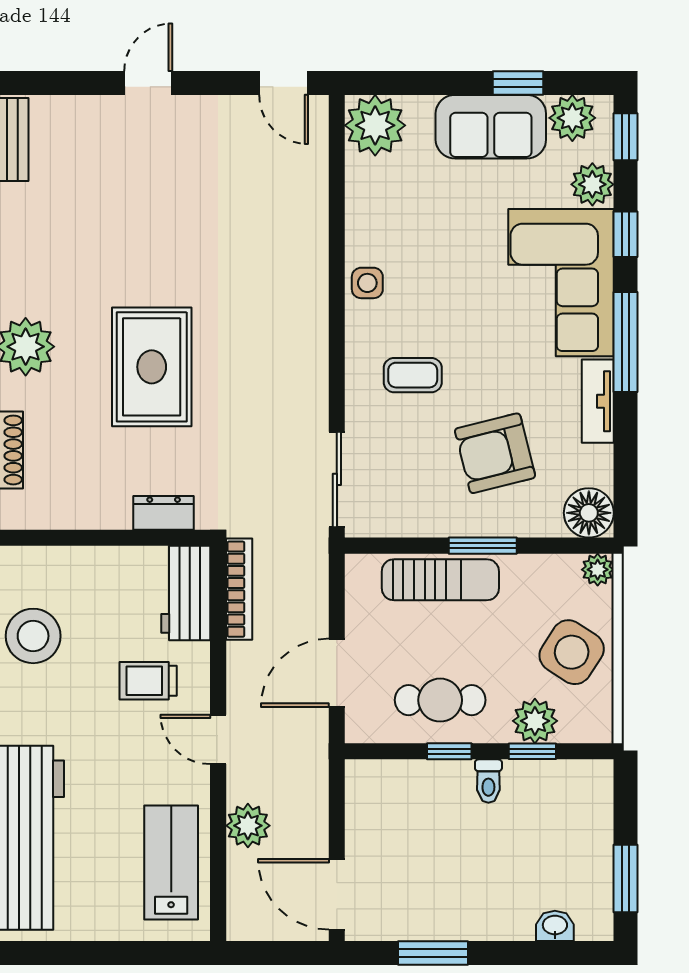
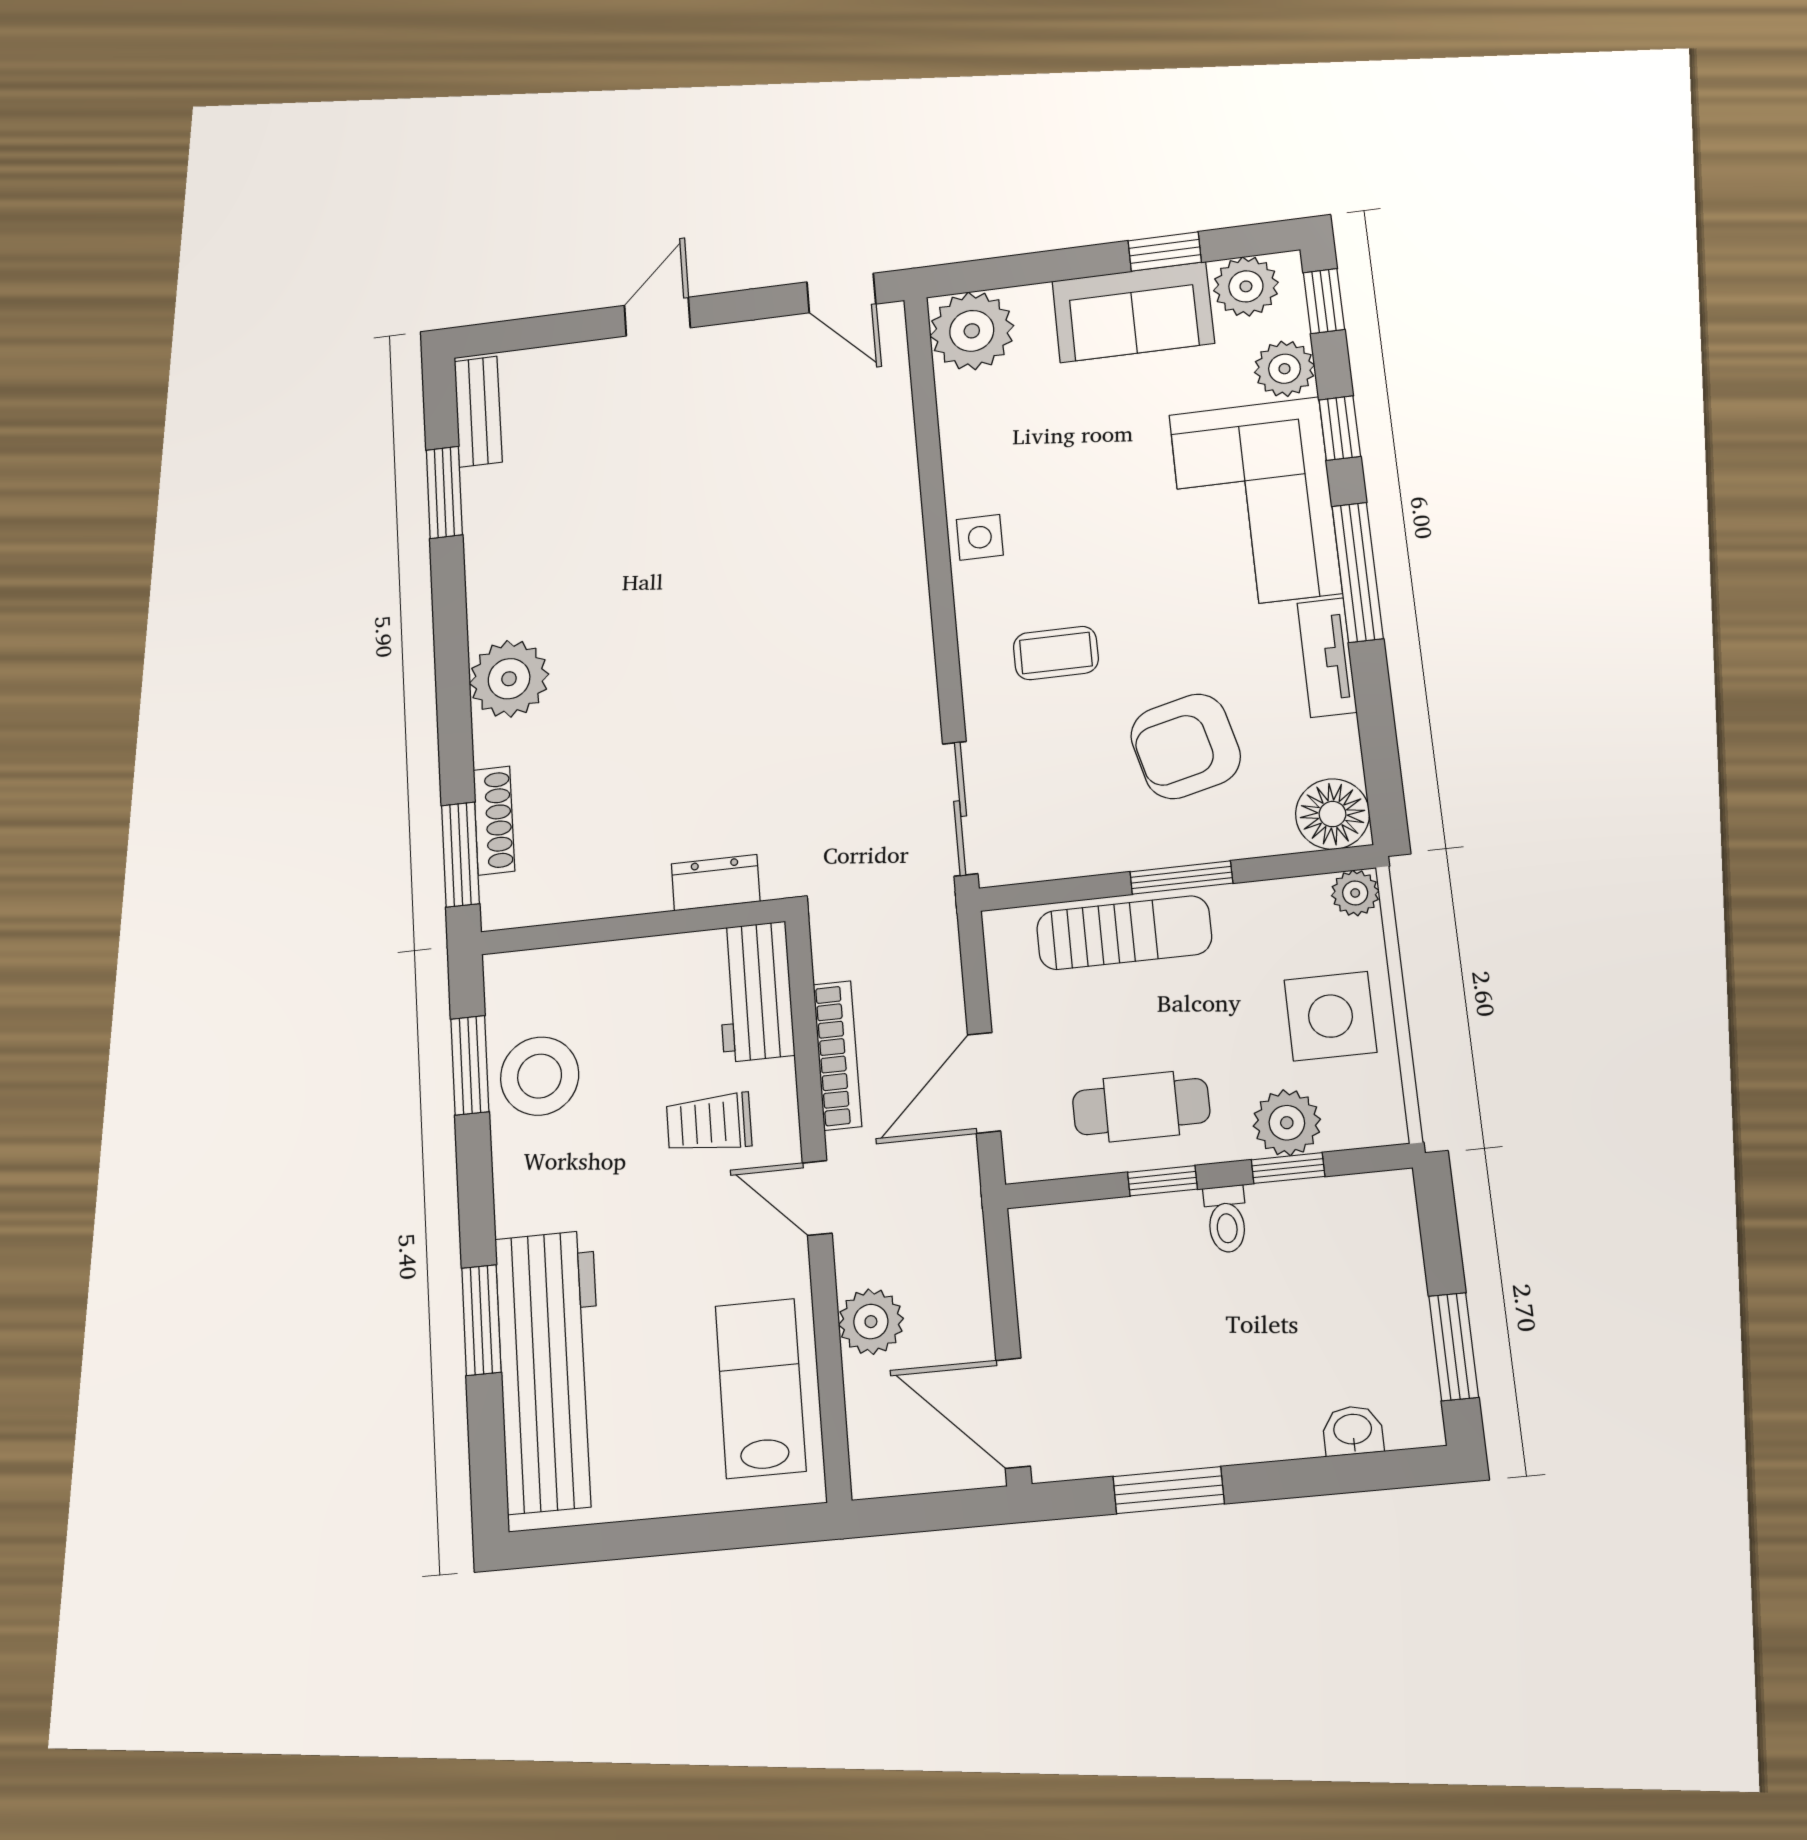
rug: (152, 367) -> (686, 685), removed
bookcase: (239, 589) -> (837, 1055), moved
side table: (572, 652) -> (1330, 1016), turned -33

